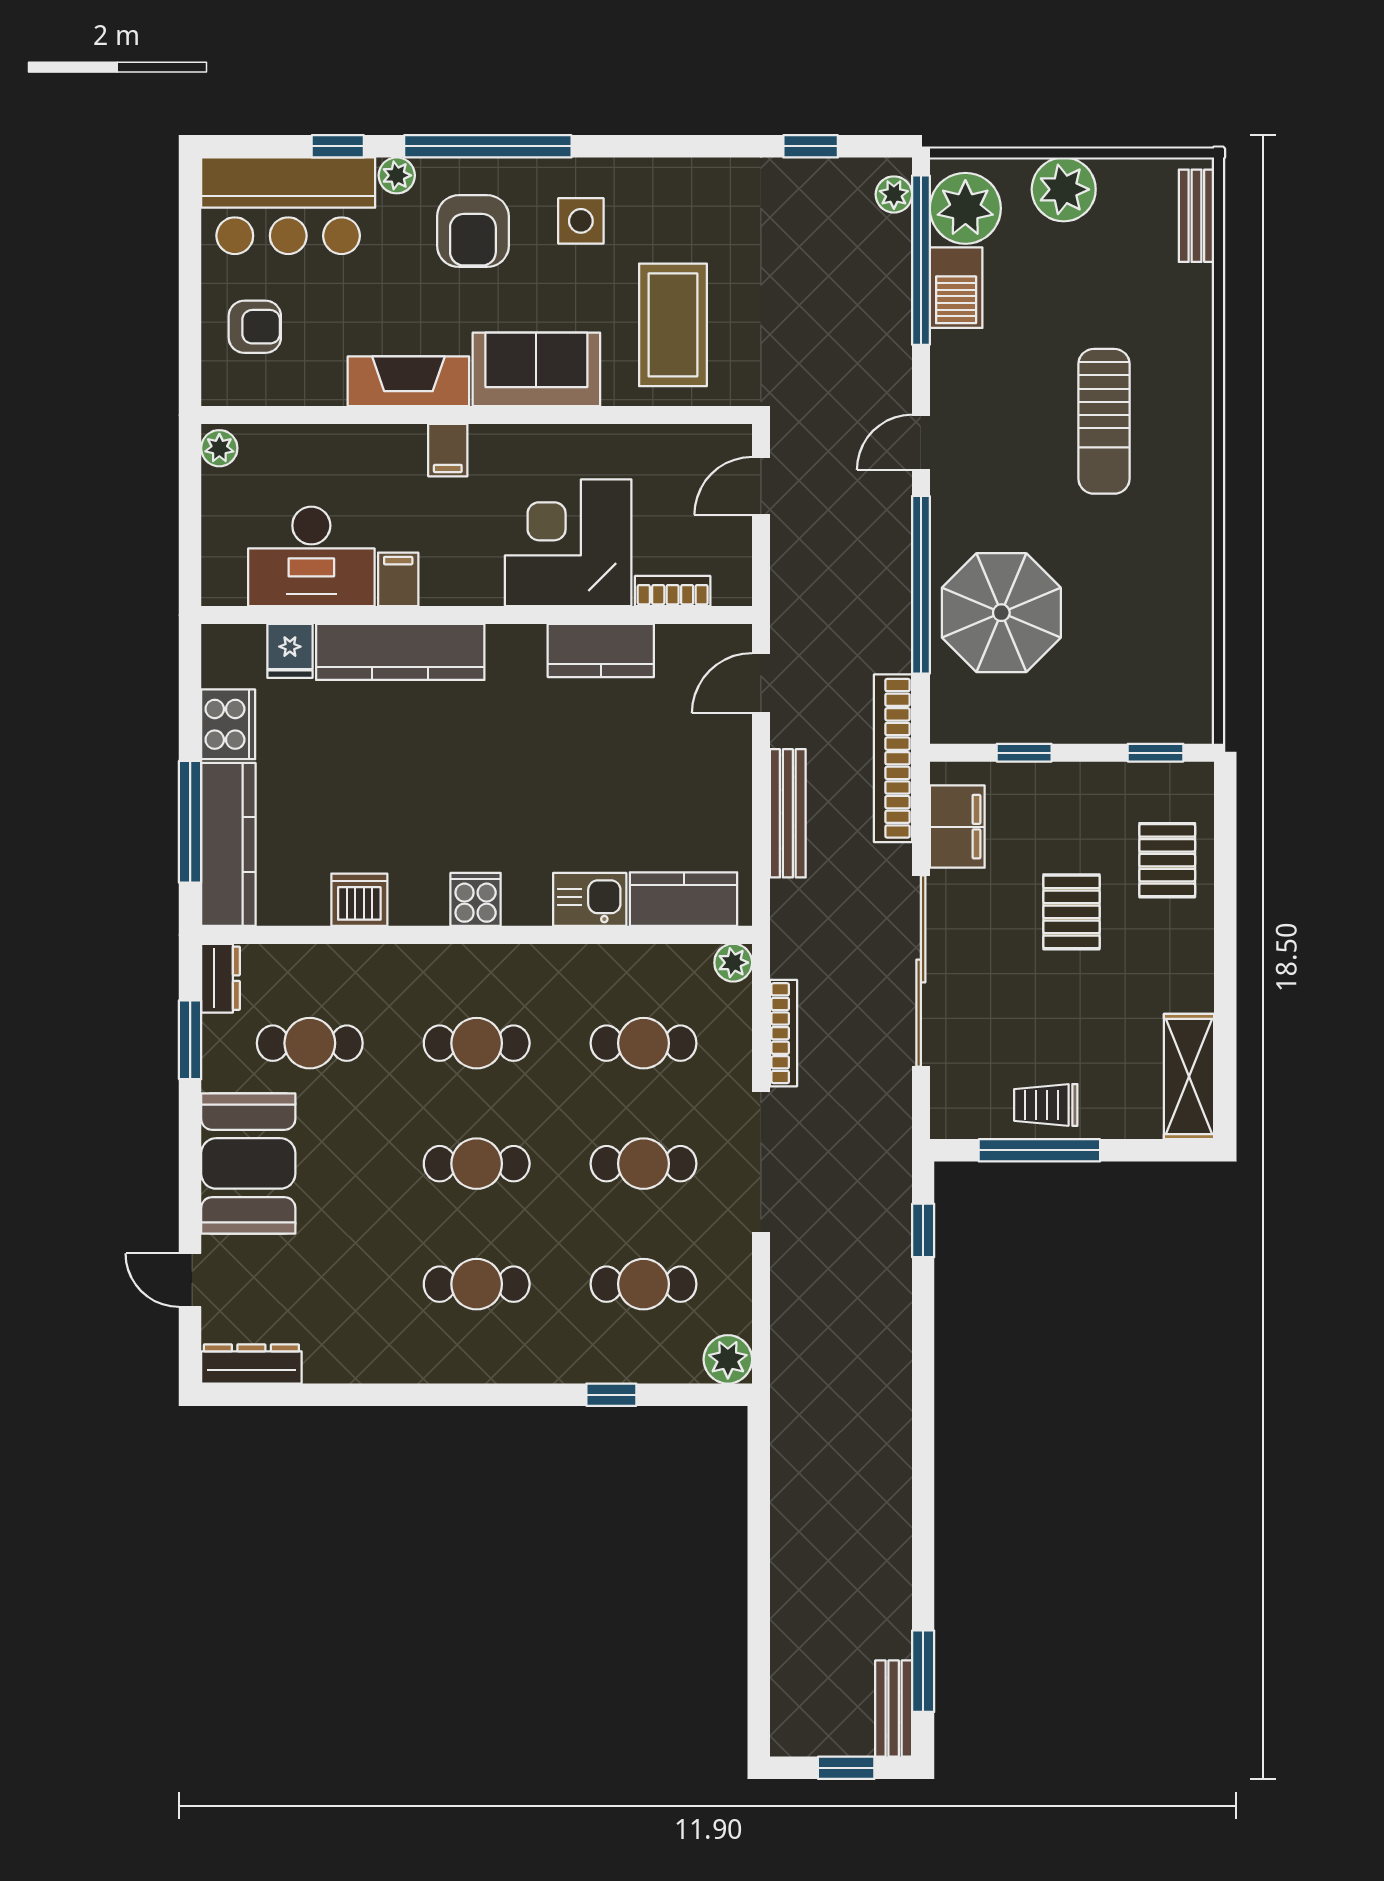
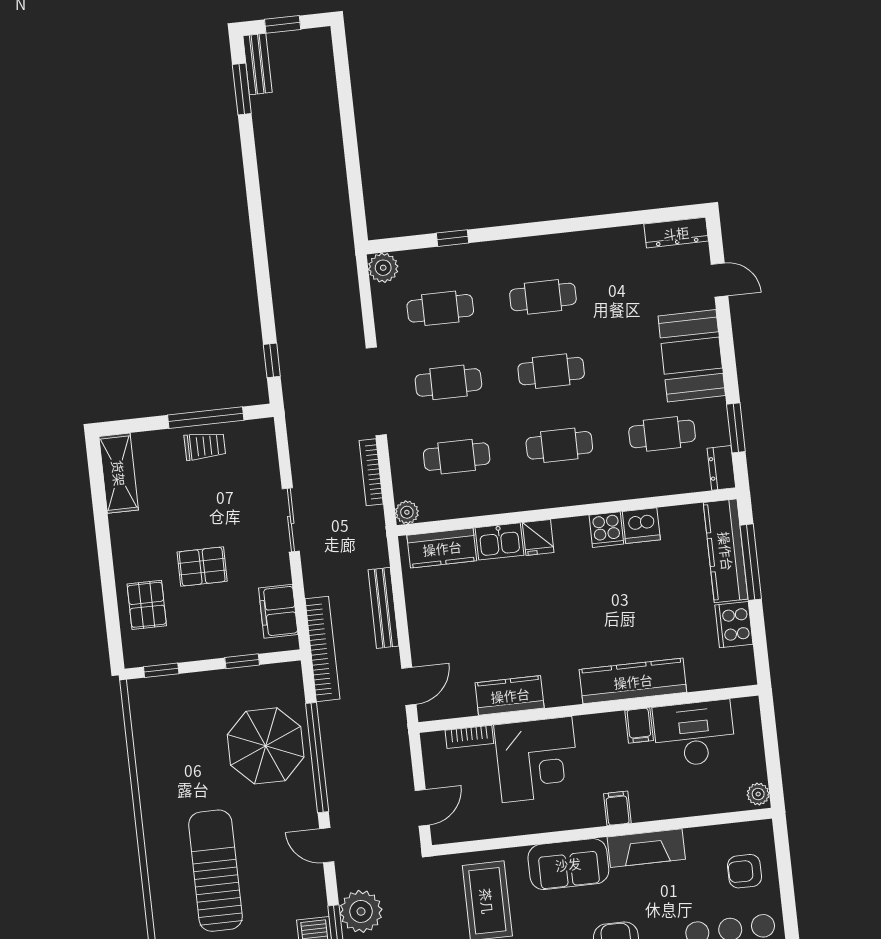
plant: (878, 330) -> (361, 911), added
sun lounger: (1104, 421) -> (215, 871), width x1.36, depth x1.34
door: (921, 442) -> (327, 845), swing flipped
fridge: (290, 651) -> (538, 537), moved, turned 180
cooker: (476, 899) -> (606, 530), moved
pallet: (1071, 912) -> (202, 567), turned 90
sliding door: (921, 971) -> (291, 520), width x0.54

